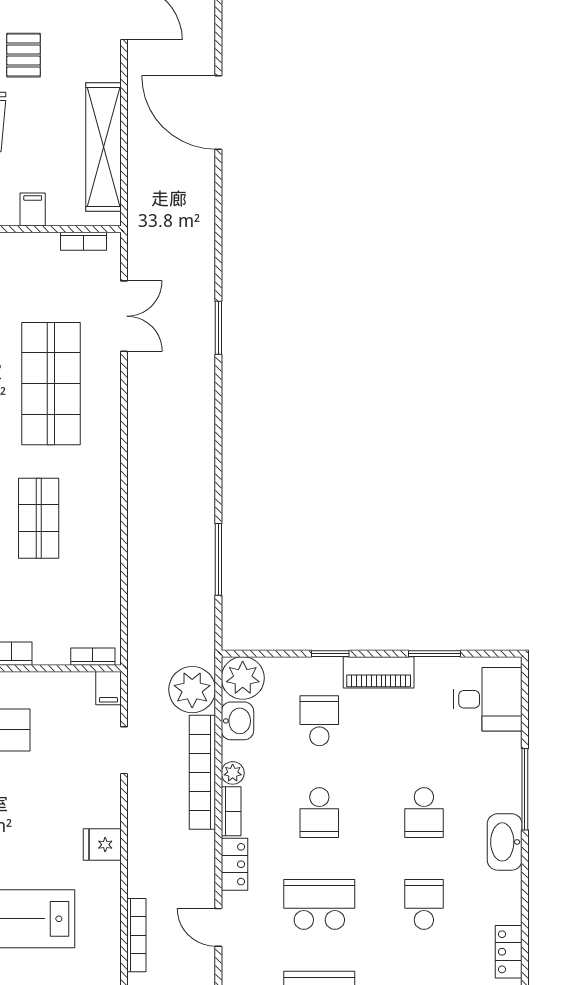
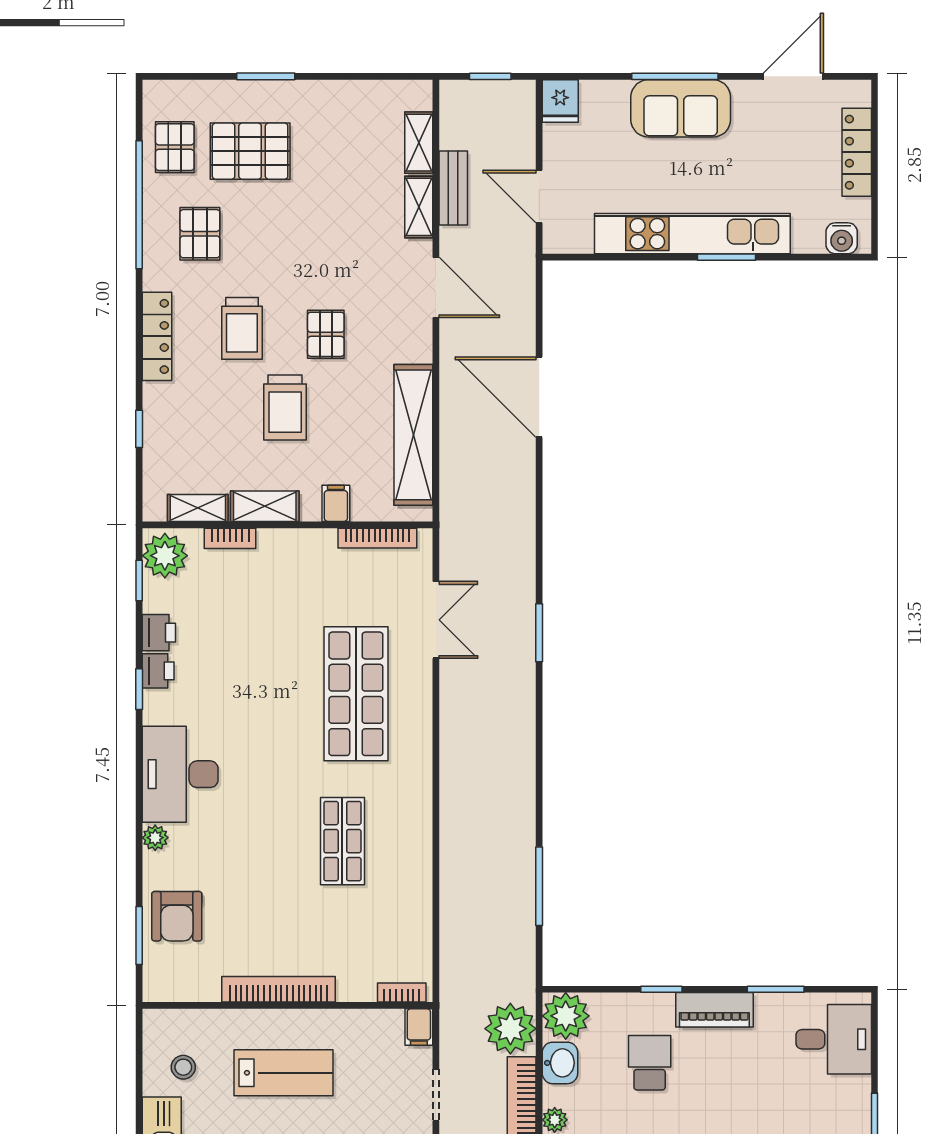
bookcase: (84, 241) -> (377, 538), width x1.56

